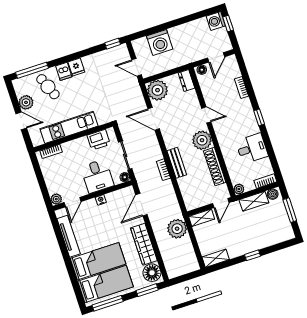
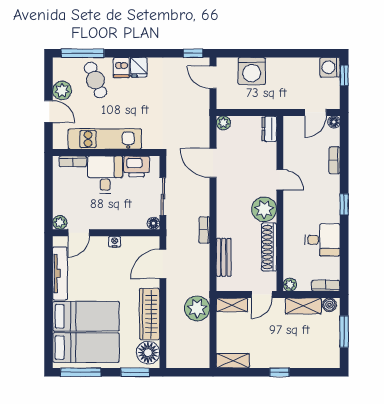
door: (137, 67) -> (213, 77), moved
floor lamp: (202, 70) -> (334, 122), moved
plant: (158, 90) -> (223, 123), width x0.53, depth x0.53
bench: (177, 163) -> (224, 257), moved
desk: (97, 176) -> (105, 175), moved, turned 180

